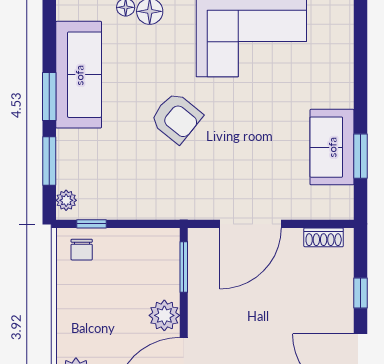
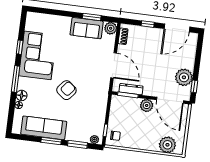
plant: (339, 205) -> (111, 28), added
dresser: (199, 273) -> (131, 89), added

